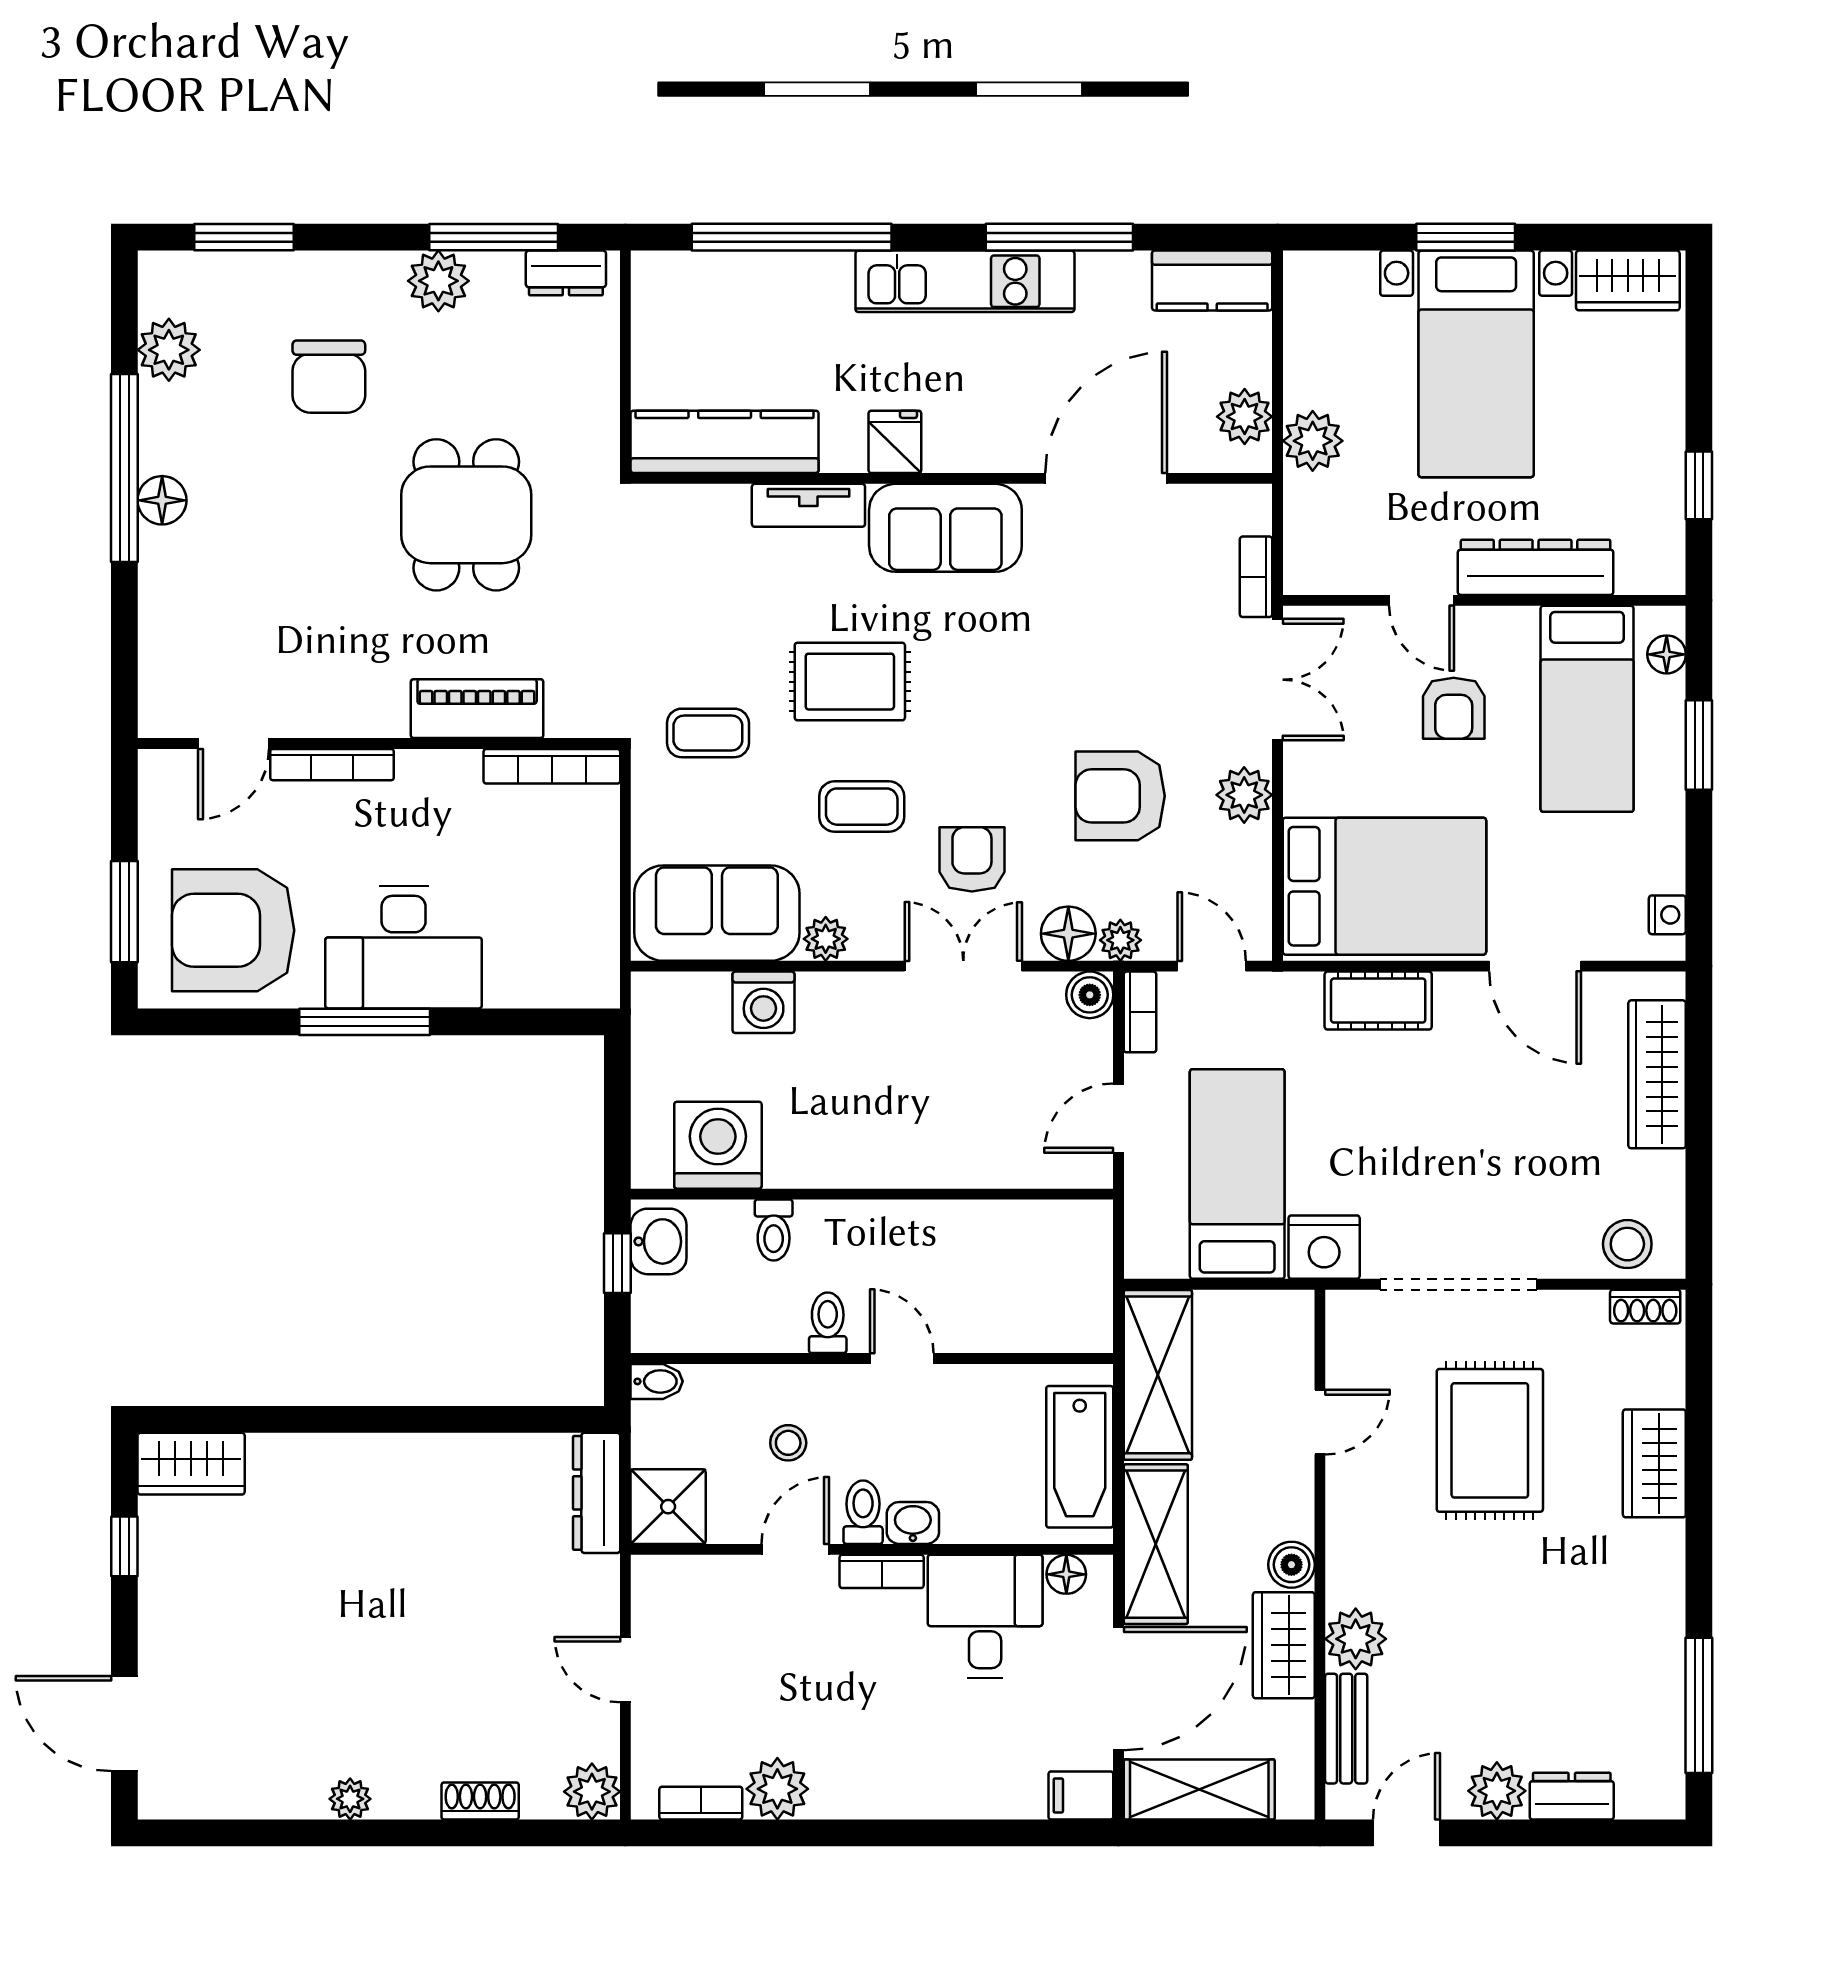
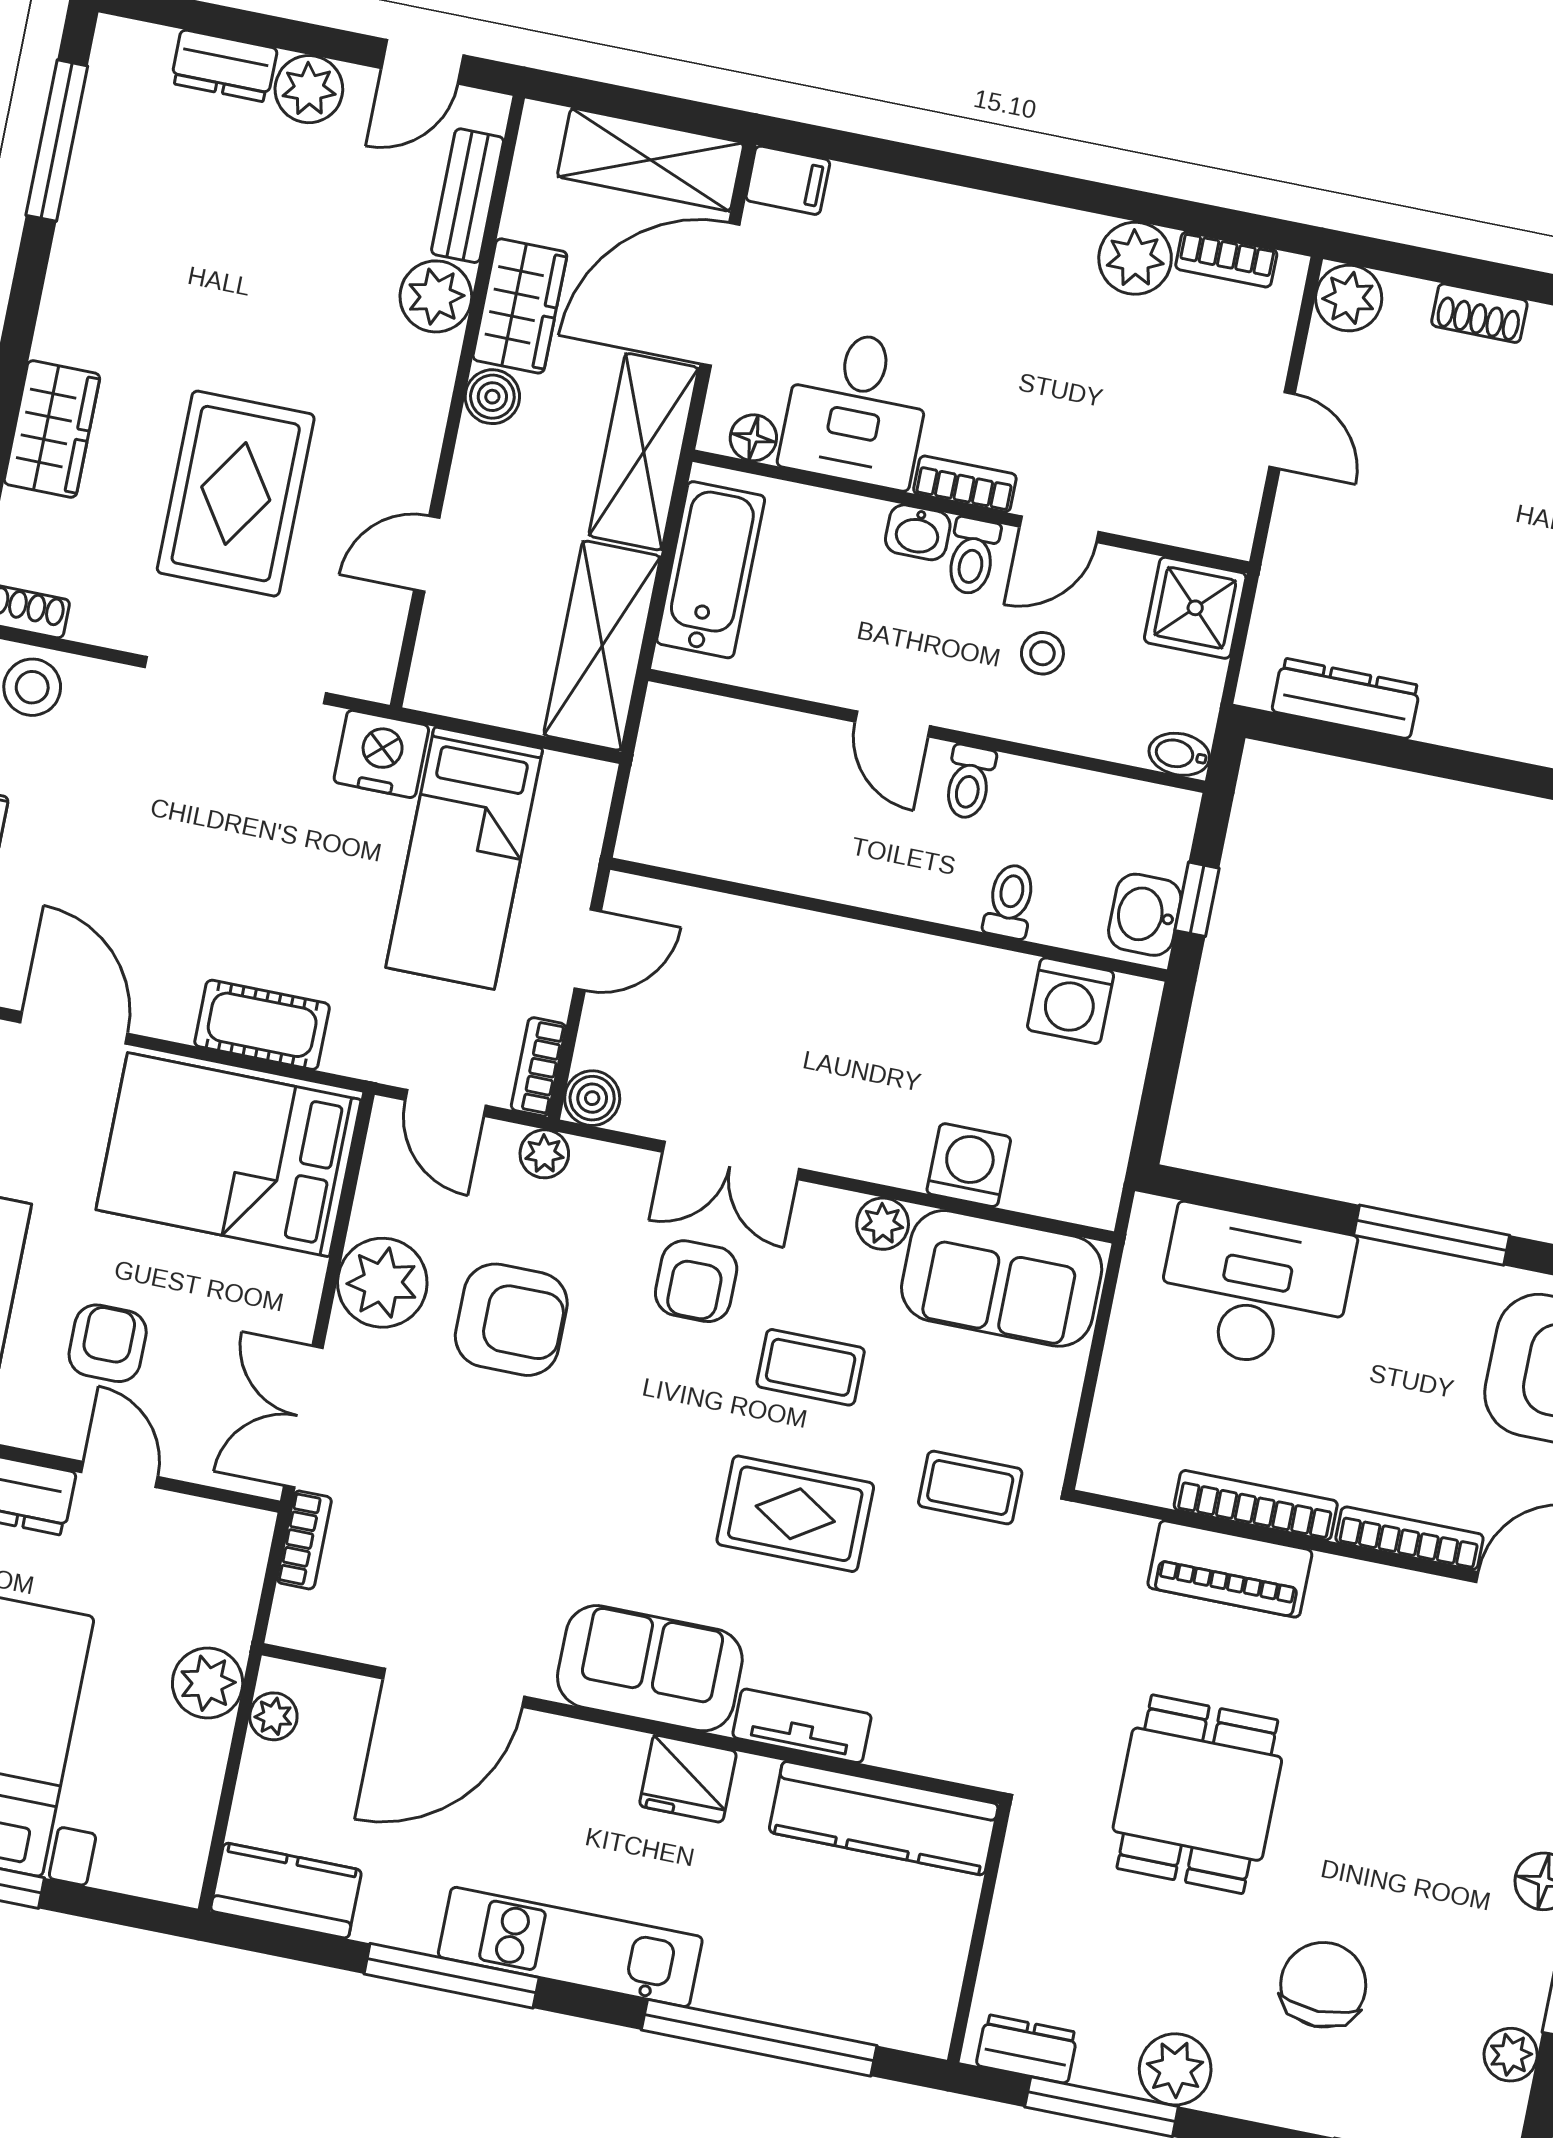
plant: (169, 350) -> (1511, 2055), width x0.73, depth x0.73
plant: (1245, 417) -> (273, 1716), width x0.73, depth x0.73
fridge: (895, 442) -> (688, 1779), width x1.38
bookcase: (552, 766) -> (1256, 1505), moved
plant: (1244, 795) -> (382, 1283), width x1.36, depth x1.36
floor lamp: (1068, 934) -> (603, 1173), removed
desk: (404, 947) -> (1255, 1289), moved
washing machine: (718, 1145) -> (1071, 1001), width x0.73, depth x0.73
dresser: (597, 1493) -> (1346, 698), moved, turned -90

